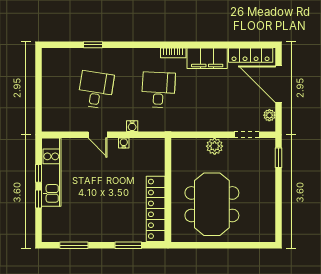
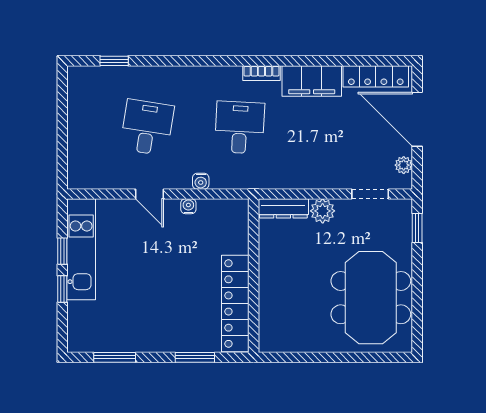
window: (93, 45) -> (114, 61), moved
dresser: (188, 145) -> (283, 208), added
meeting table: (212, 204) -> (371, 298), moved

